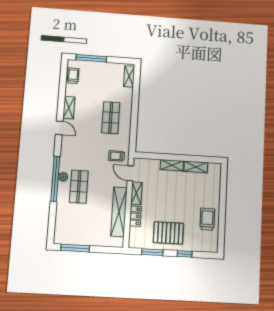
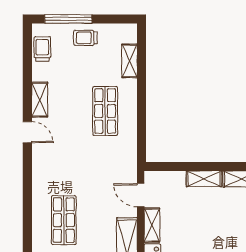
shelving: (129, 76) -> (130, 61), moved
trolley: (117, 156) -> (85, 38), moved
plant: (63, 177) -> (39, 207), removed
window: (55, 179) -> (27, 211), removed

